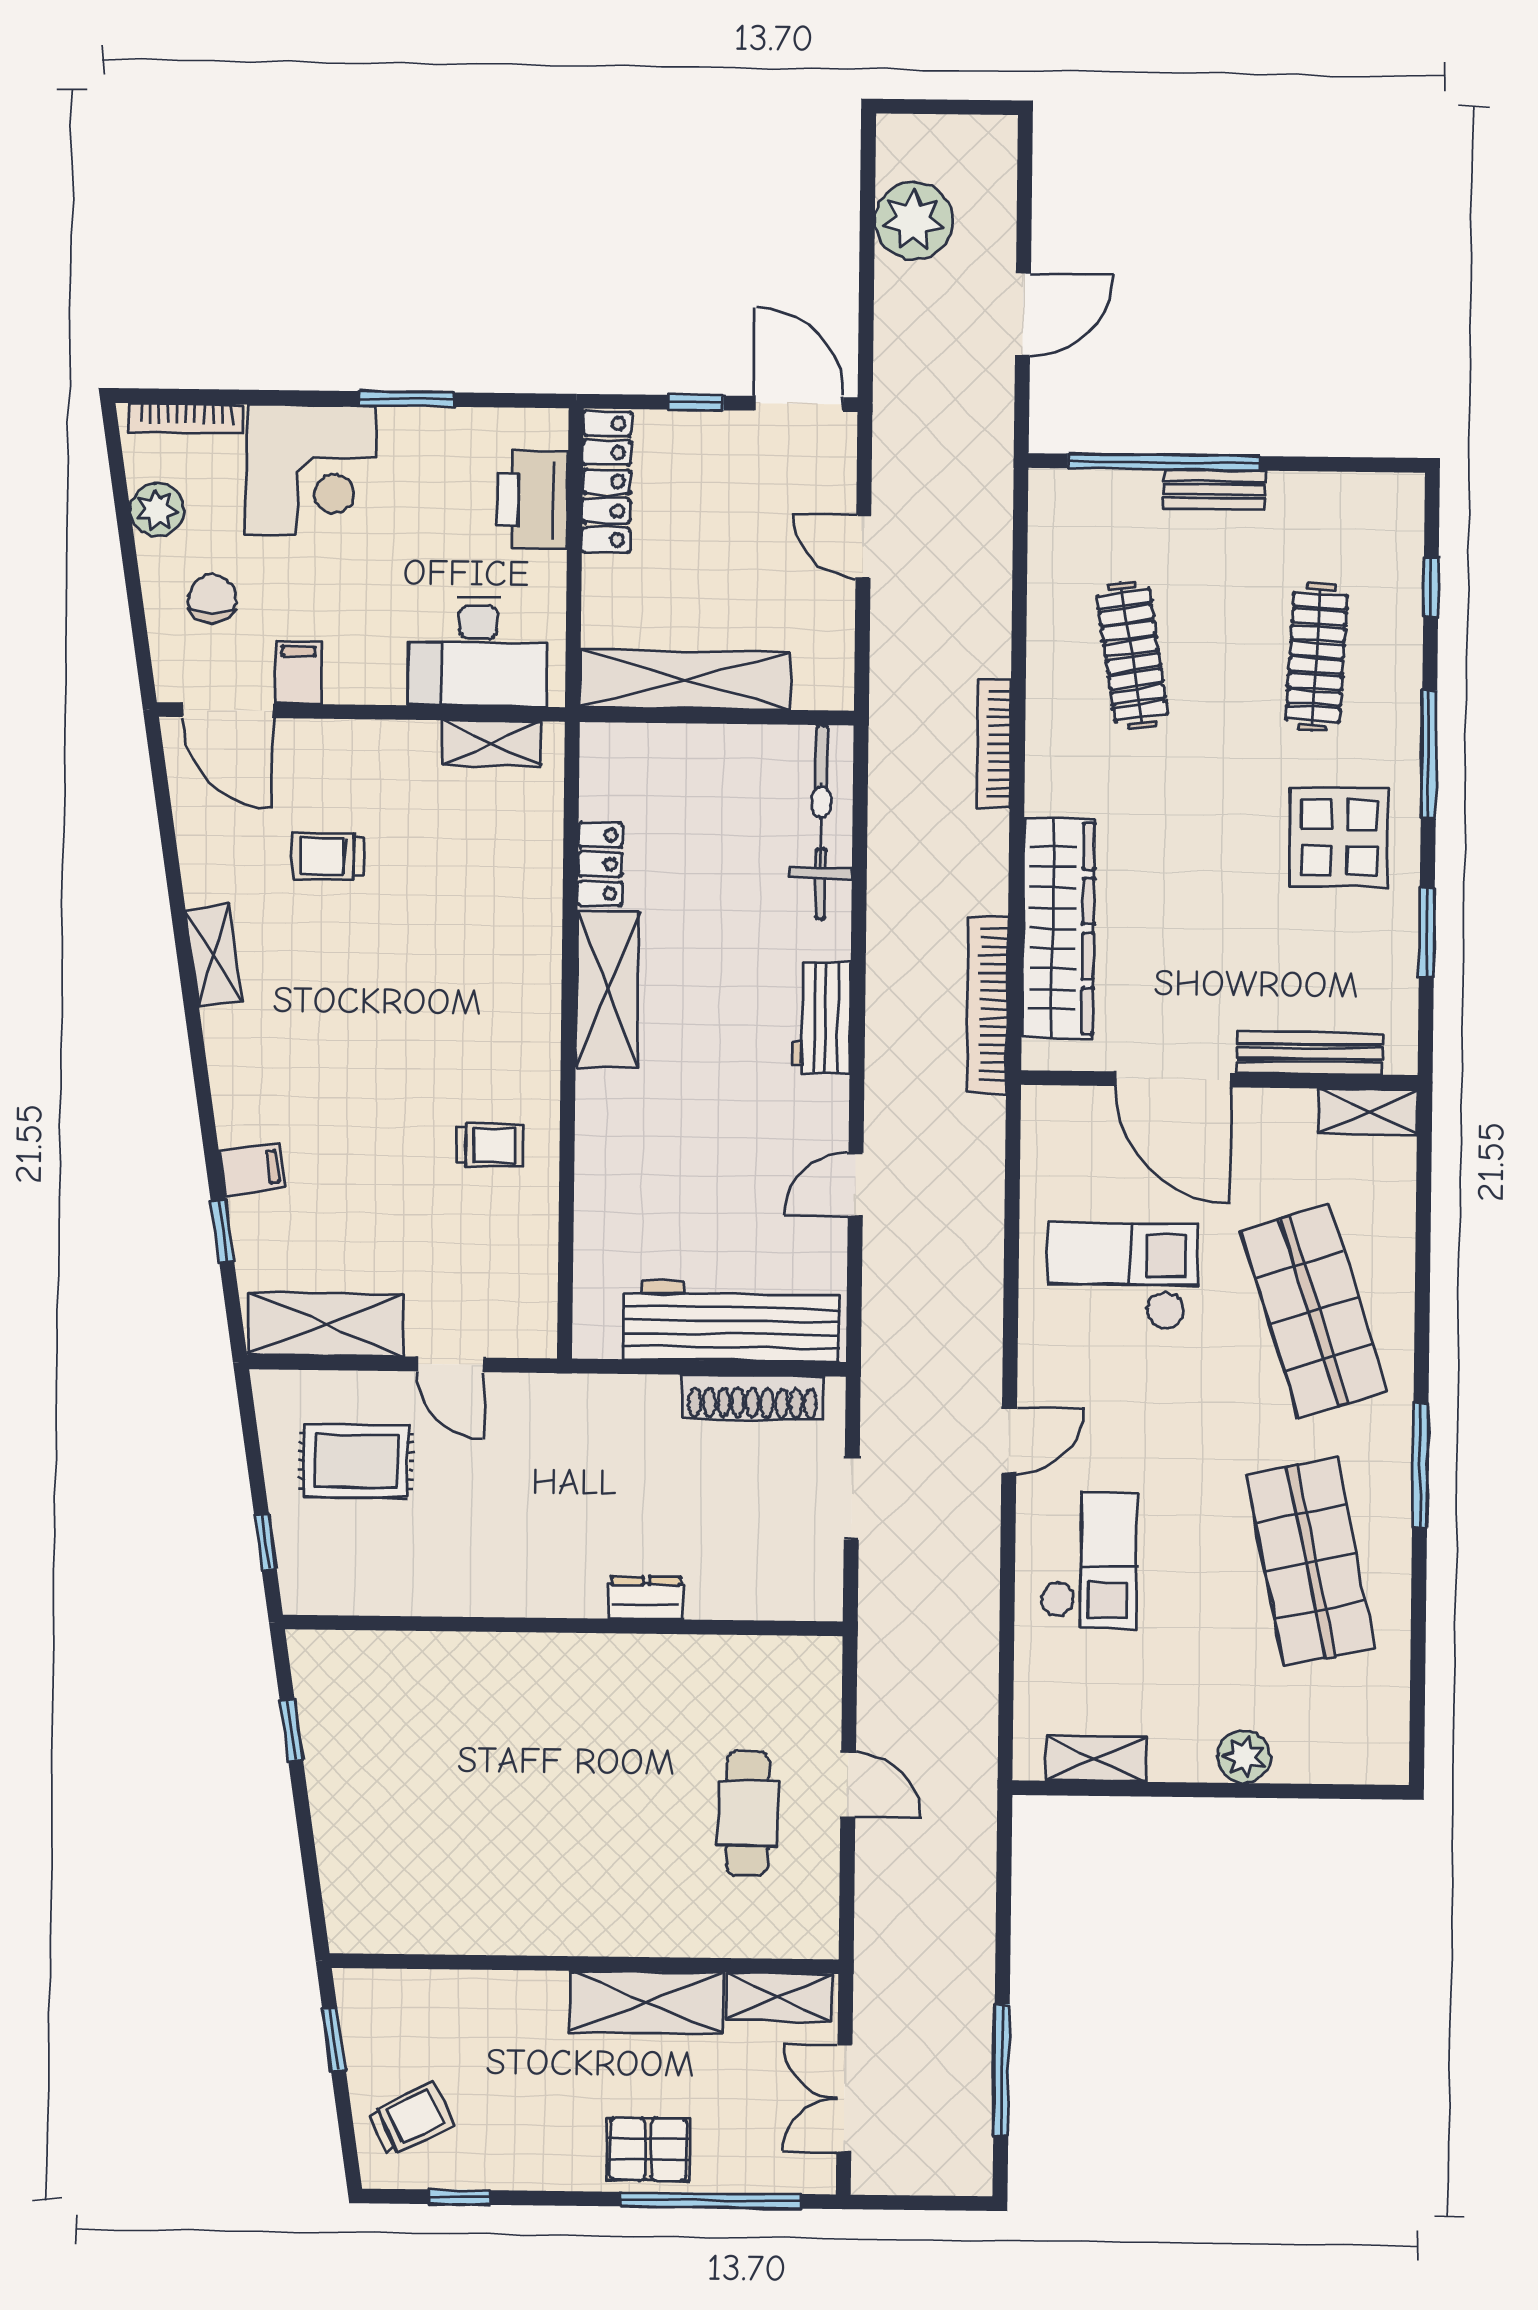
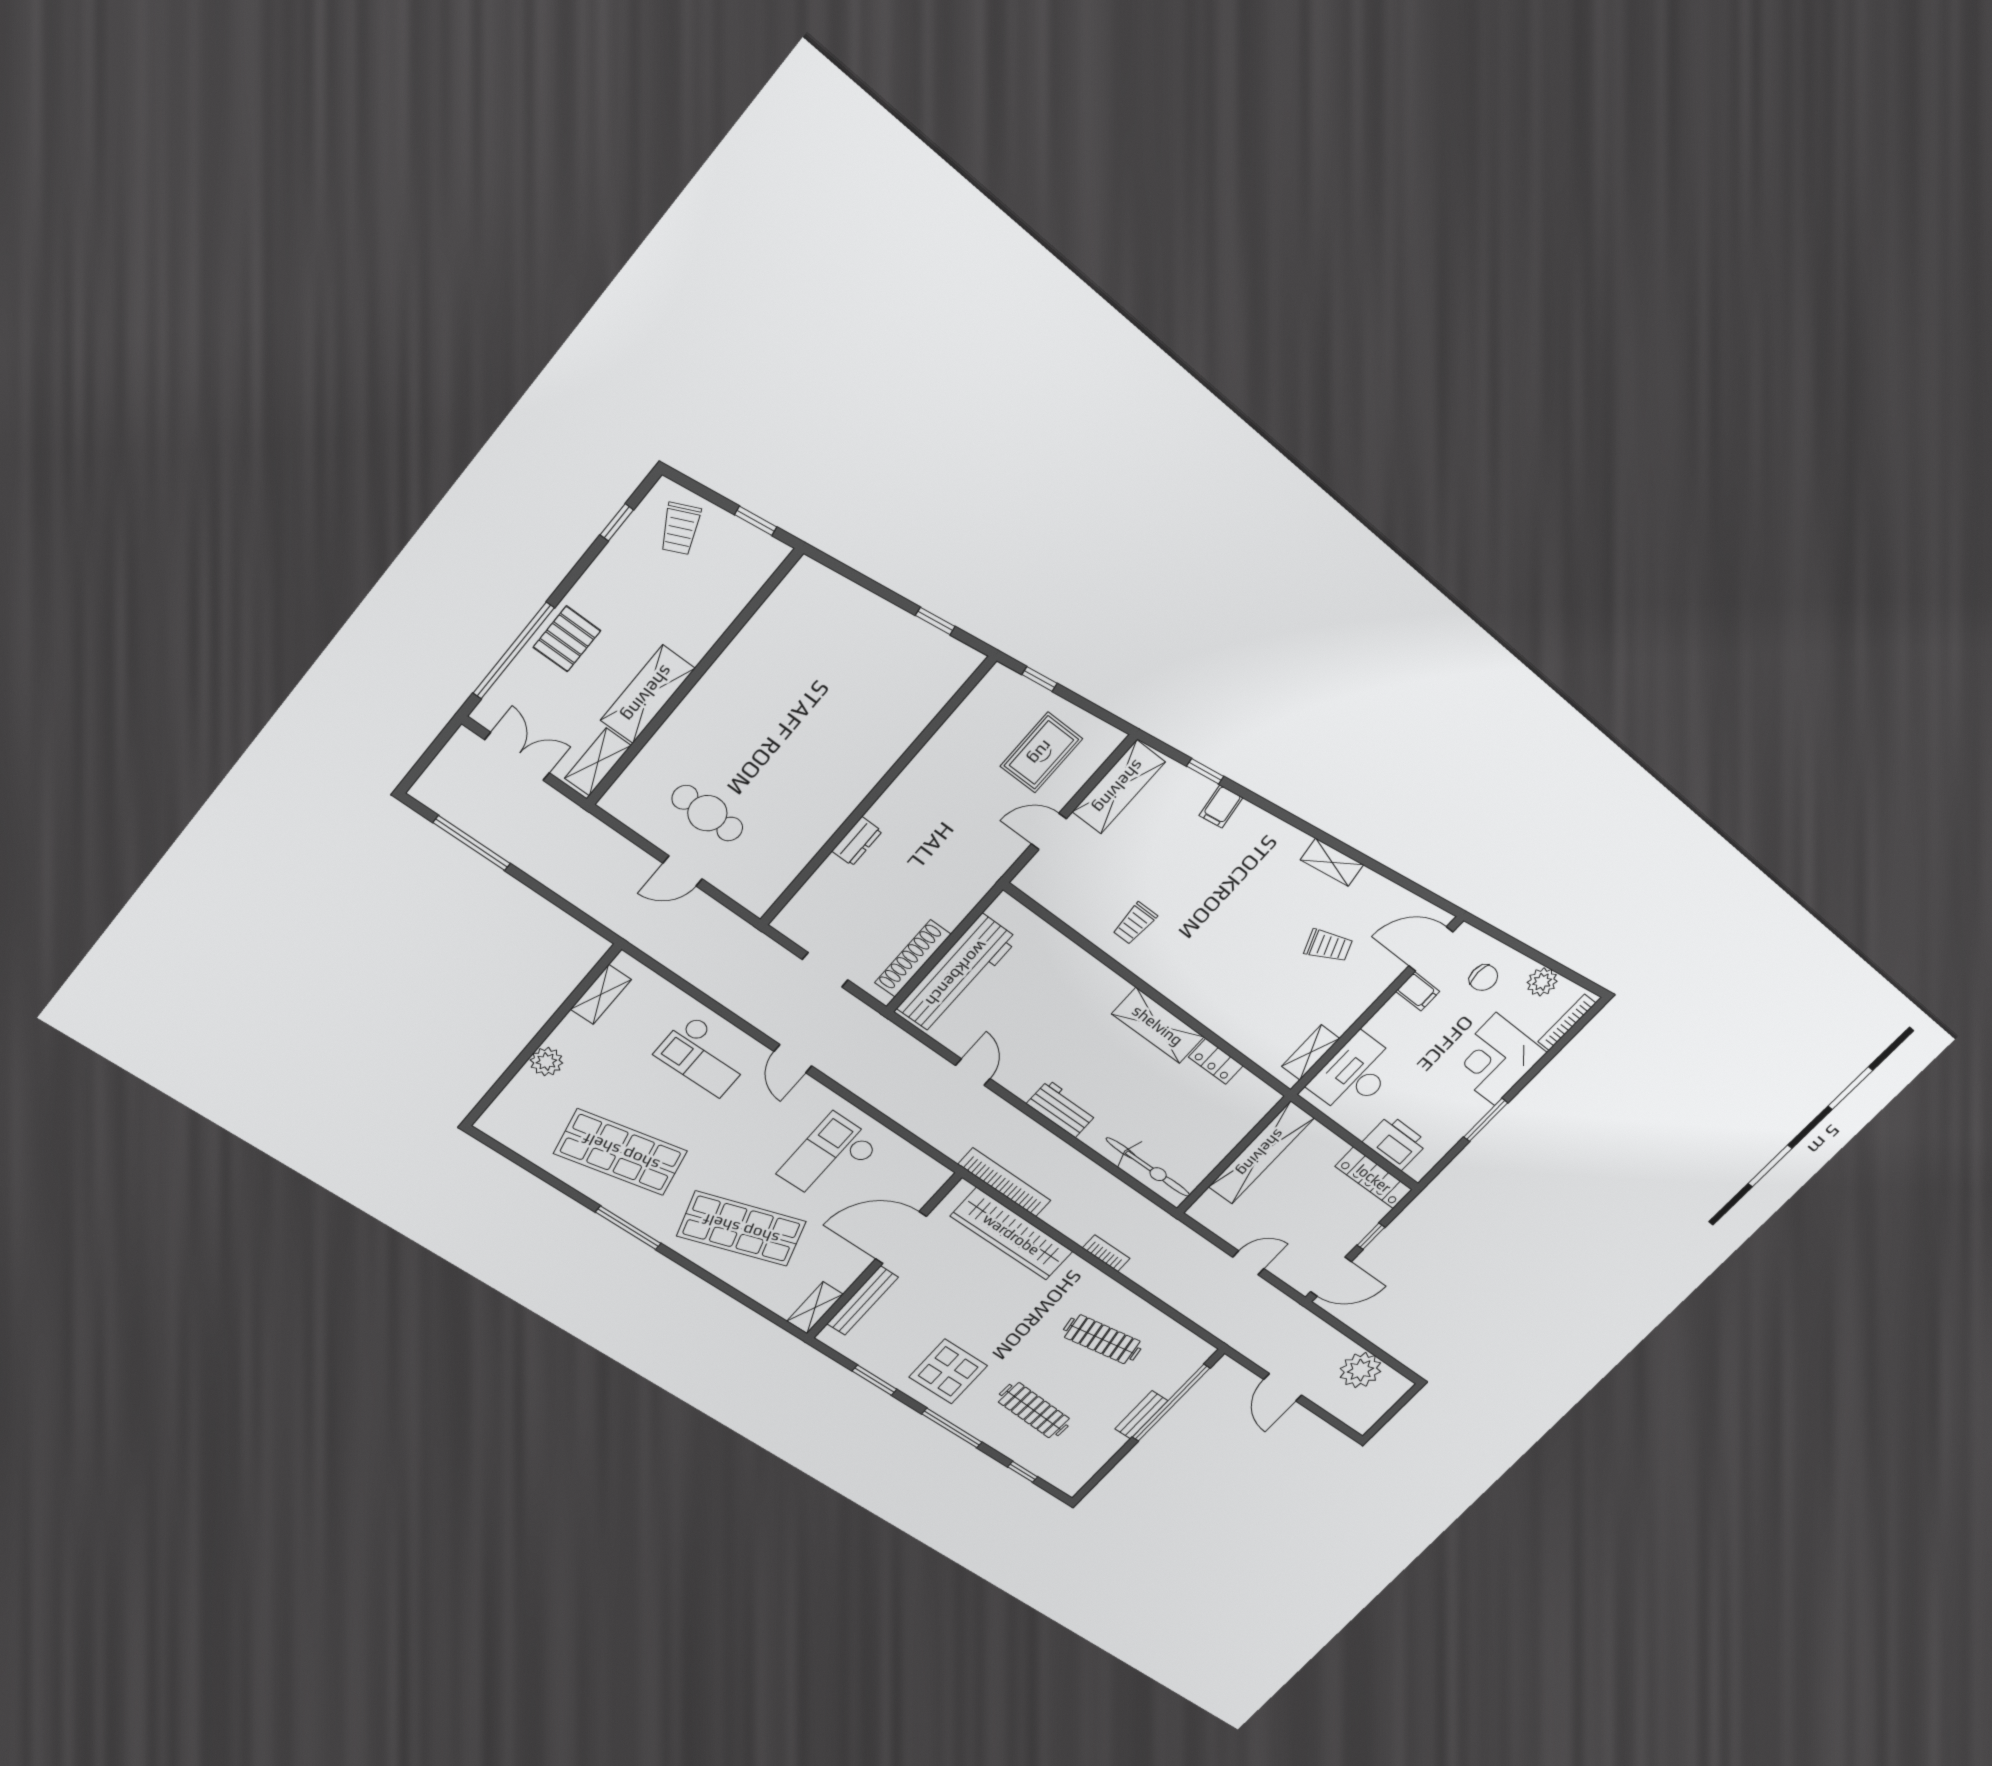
bookcase: (994, 744) -> (1106, 1253), width x0.64
trolley: (328, 856) -> (1328, 946), turned 67
checkout: (1122, 1276) -> (829, 1158), turned 180

